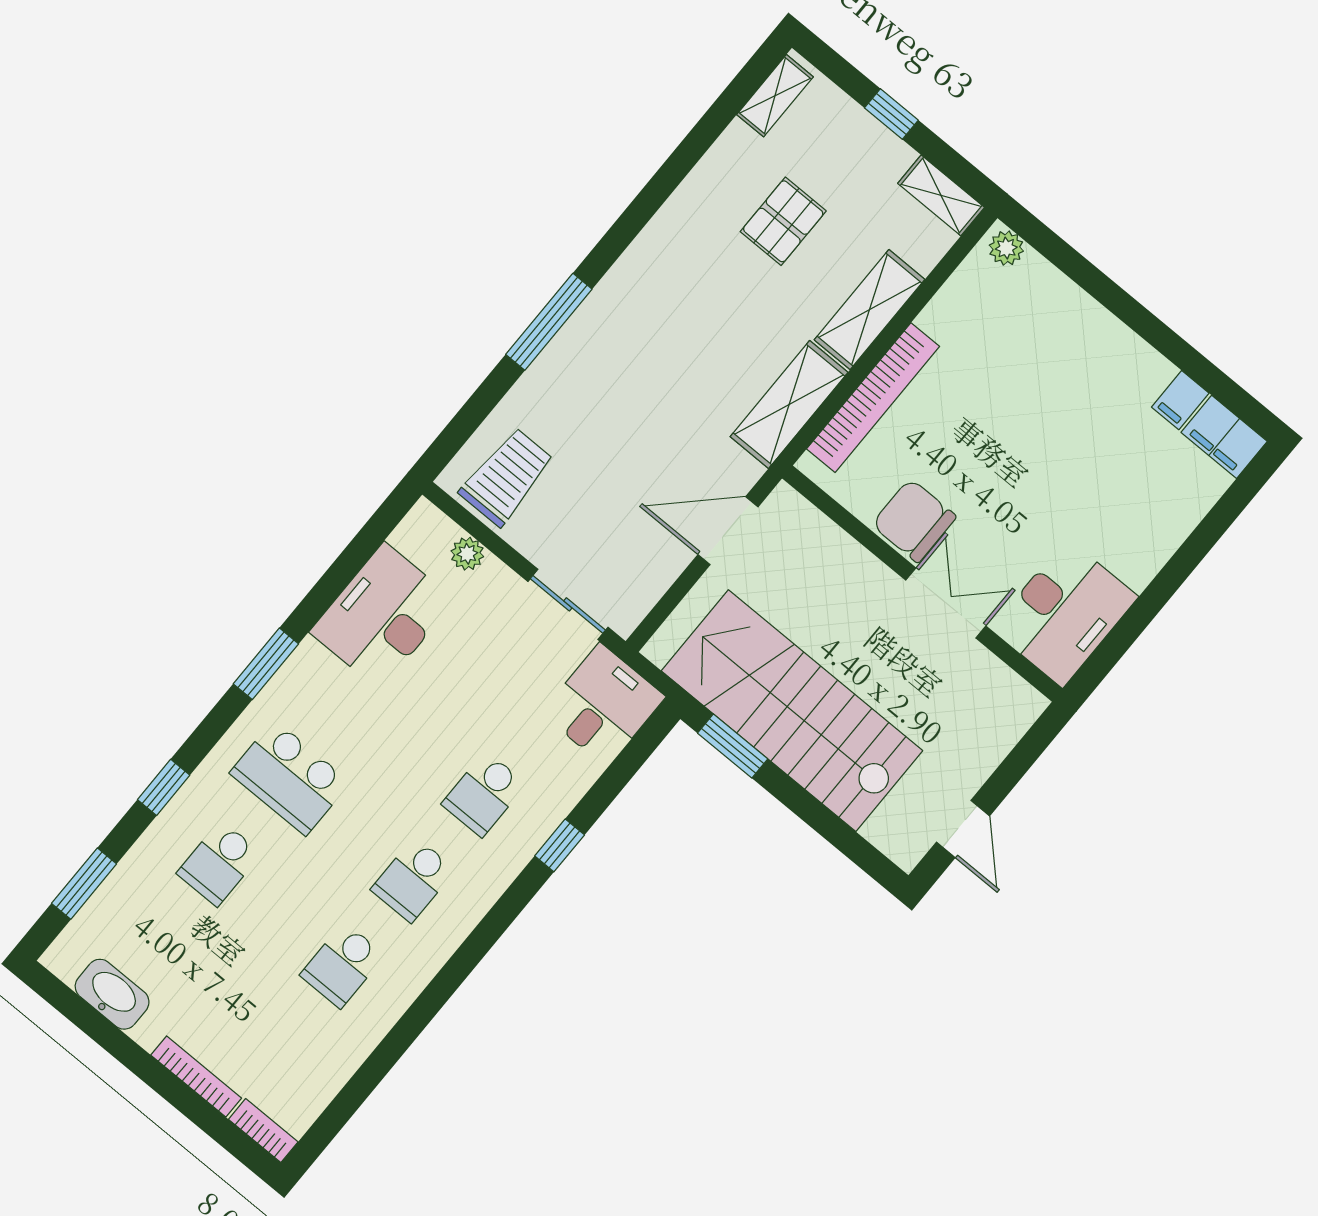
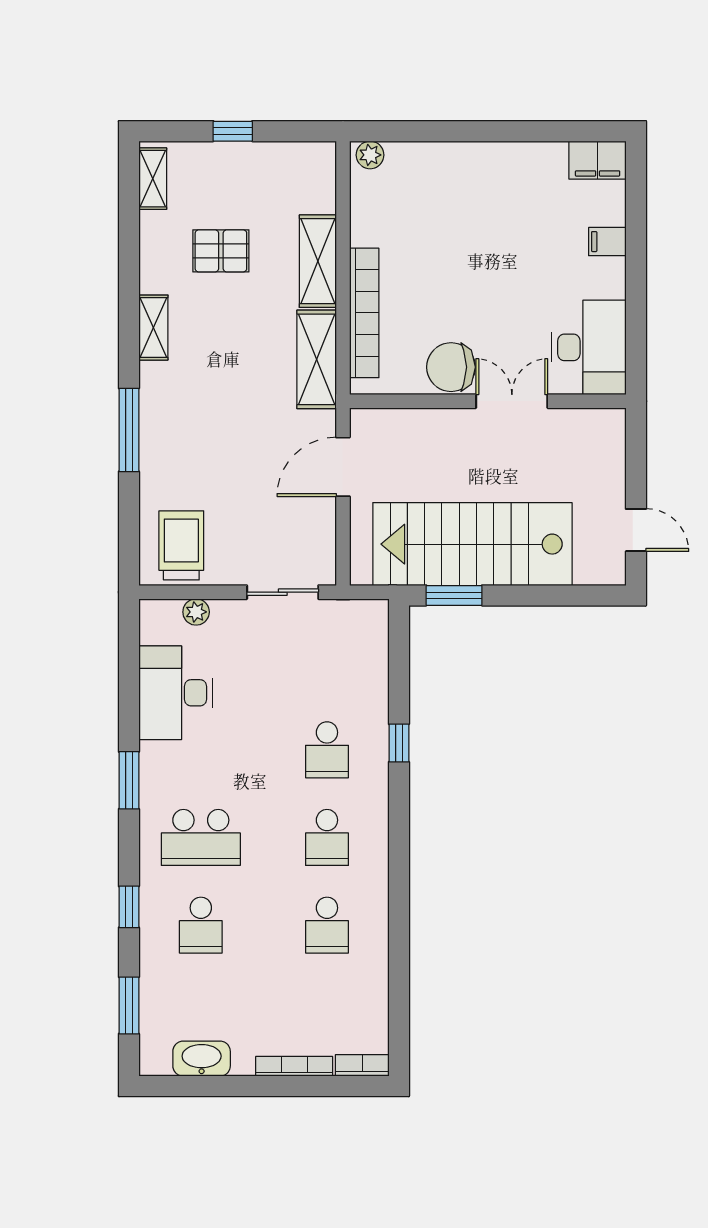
shelving: (941, 195) -> (153, 328), moved, turned 90
pallet: (783, 221) -> (221, 251), turned 90
filing cabinet: (1180, 400) -> (607, 242), moved, turned 90
desk: (603, 705) -> (355, 636), removed

